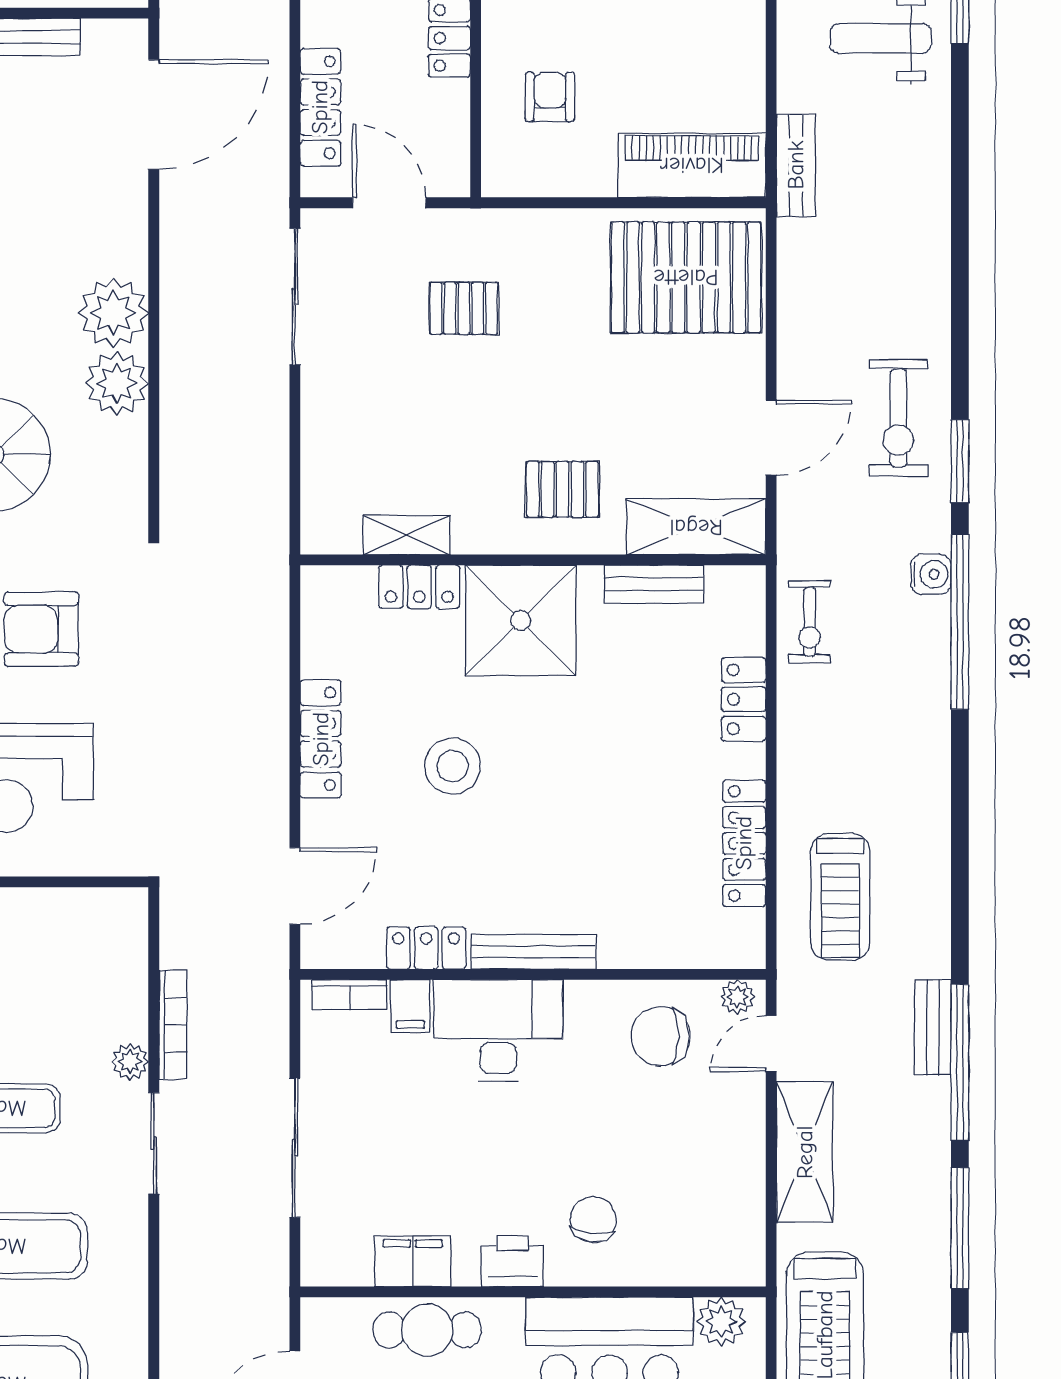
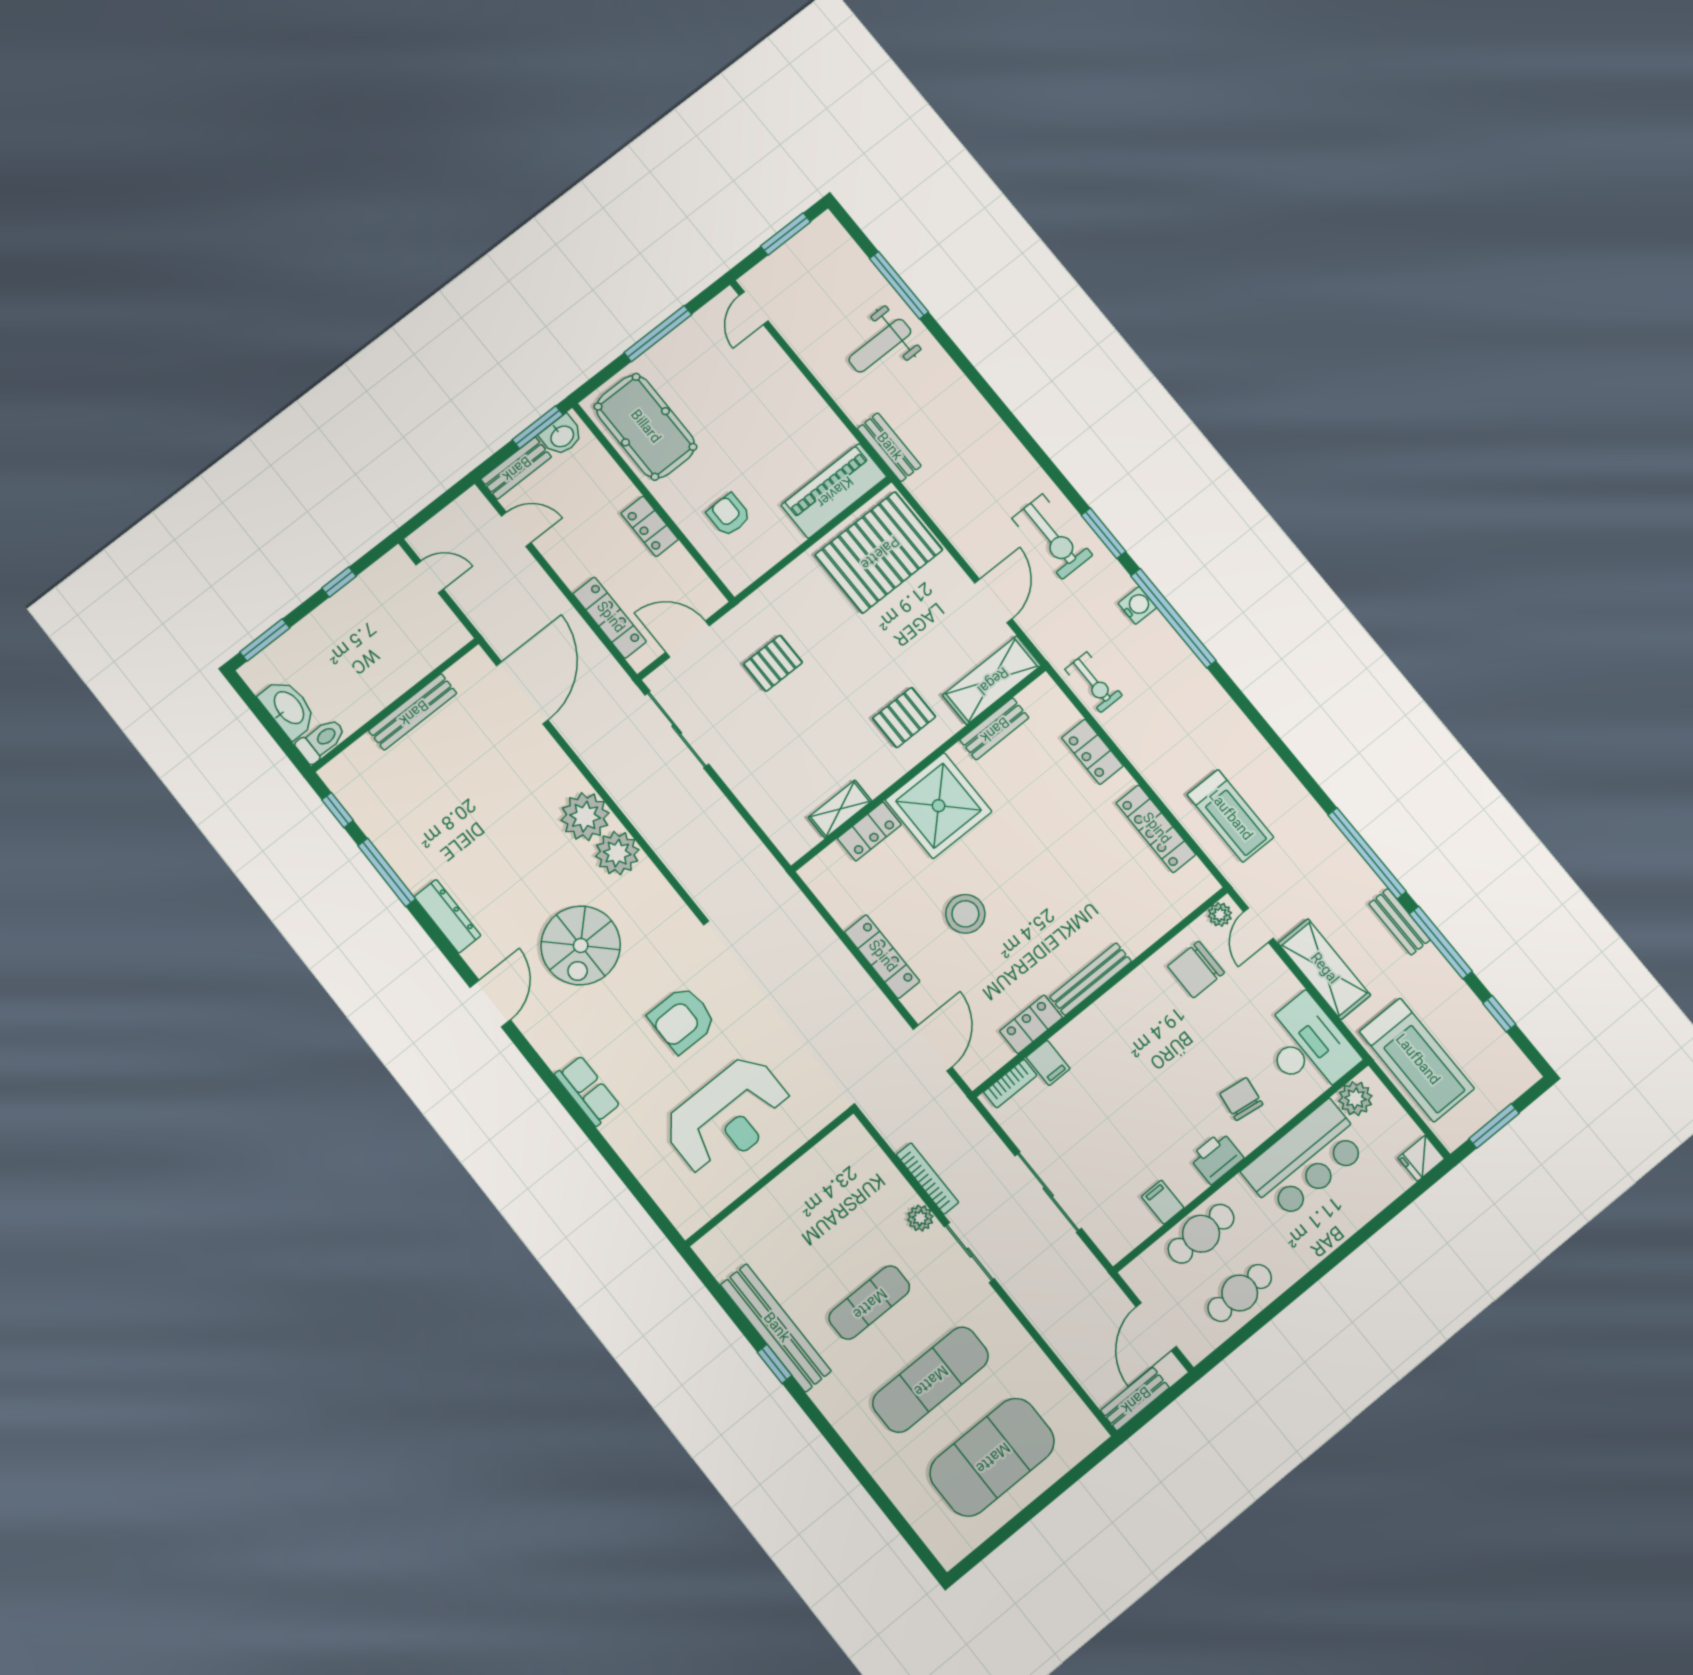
bench: (933, 1027) -> (1400, 922), moved
desk: (498, 1031) -> (1308, 1047), moved, turned 90
filing cabinet: (413, 1261) -> (1163, 1202), width x0.50

